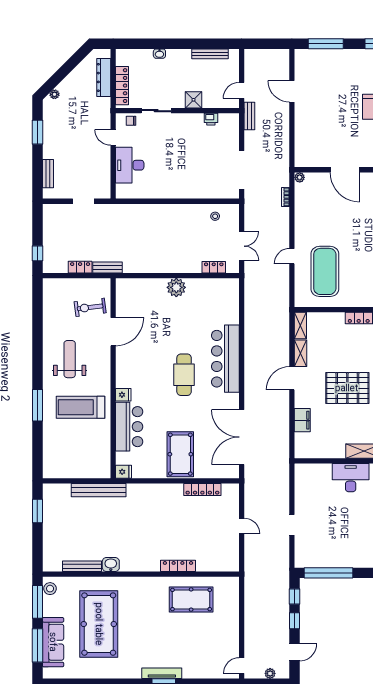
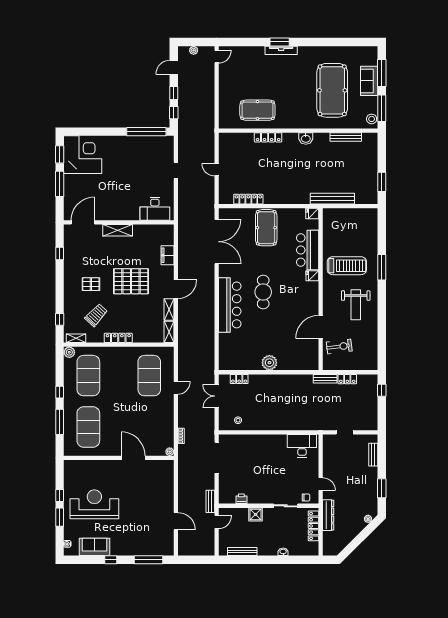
dresser: (104, 77) -> (328, 515), moved
desk: (130, 165) -> (302, 446), moved, turned -90
desk: (351, 478) -> (155, 209), moved
washbasin: (111, 564) -> (306, 138), moved
sofa: (53, 642) -> (369, 81), width x0.73

